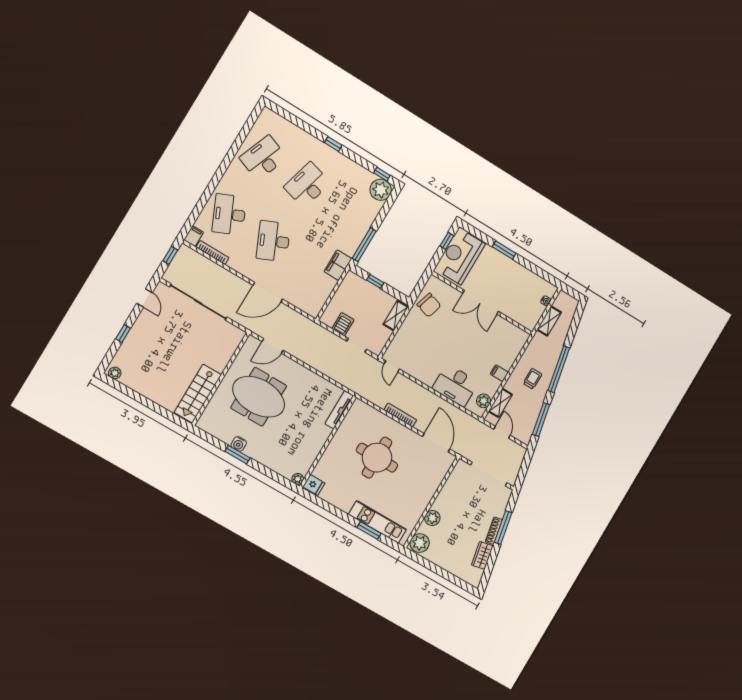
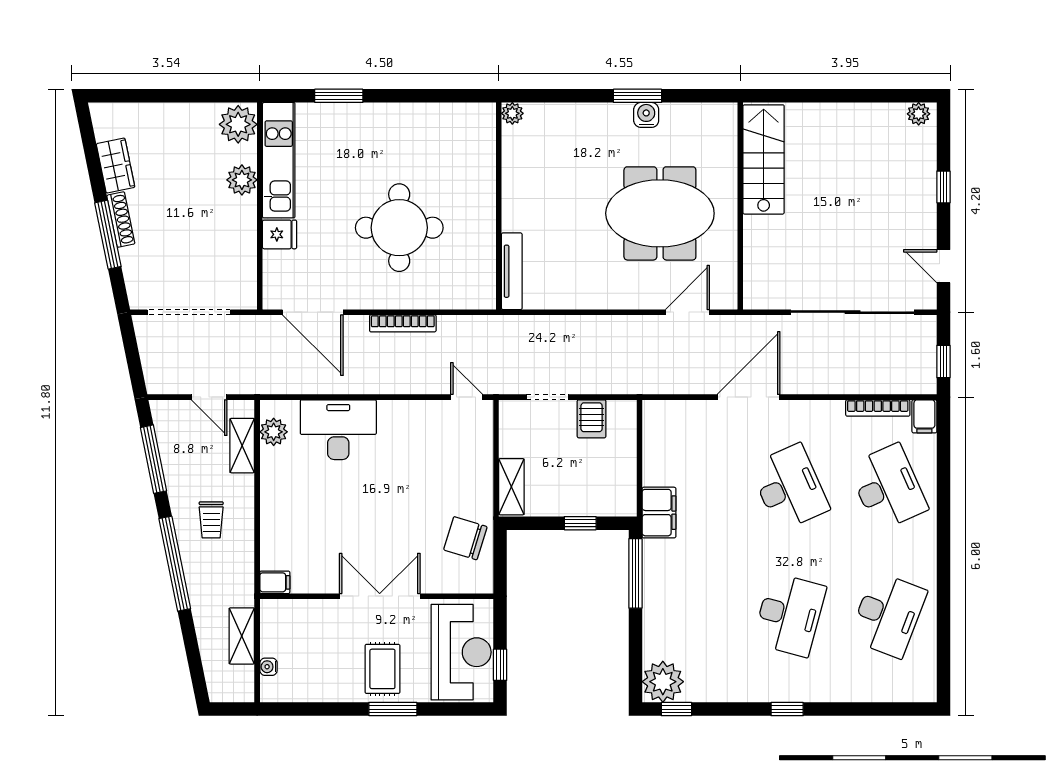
rug: (498, 270) -> (382, 669), added
filing cabinet: (499, 373) -> (275, 582), moved
fridge: (314, 485) -> (280, 234), moved, turned 180
kitchen unit: (377, 522) -> (279, 160), moved, turned -90

